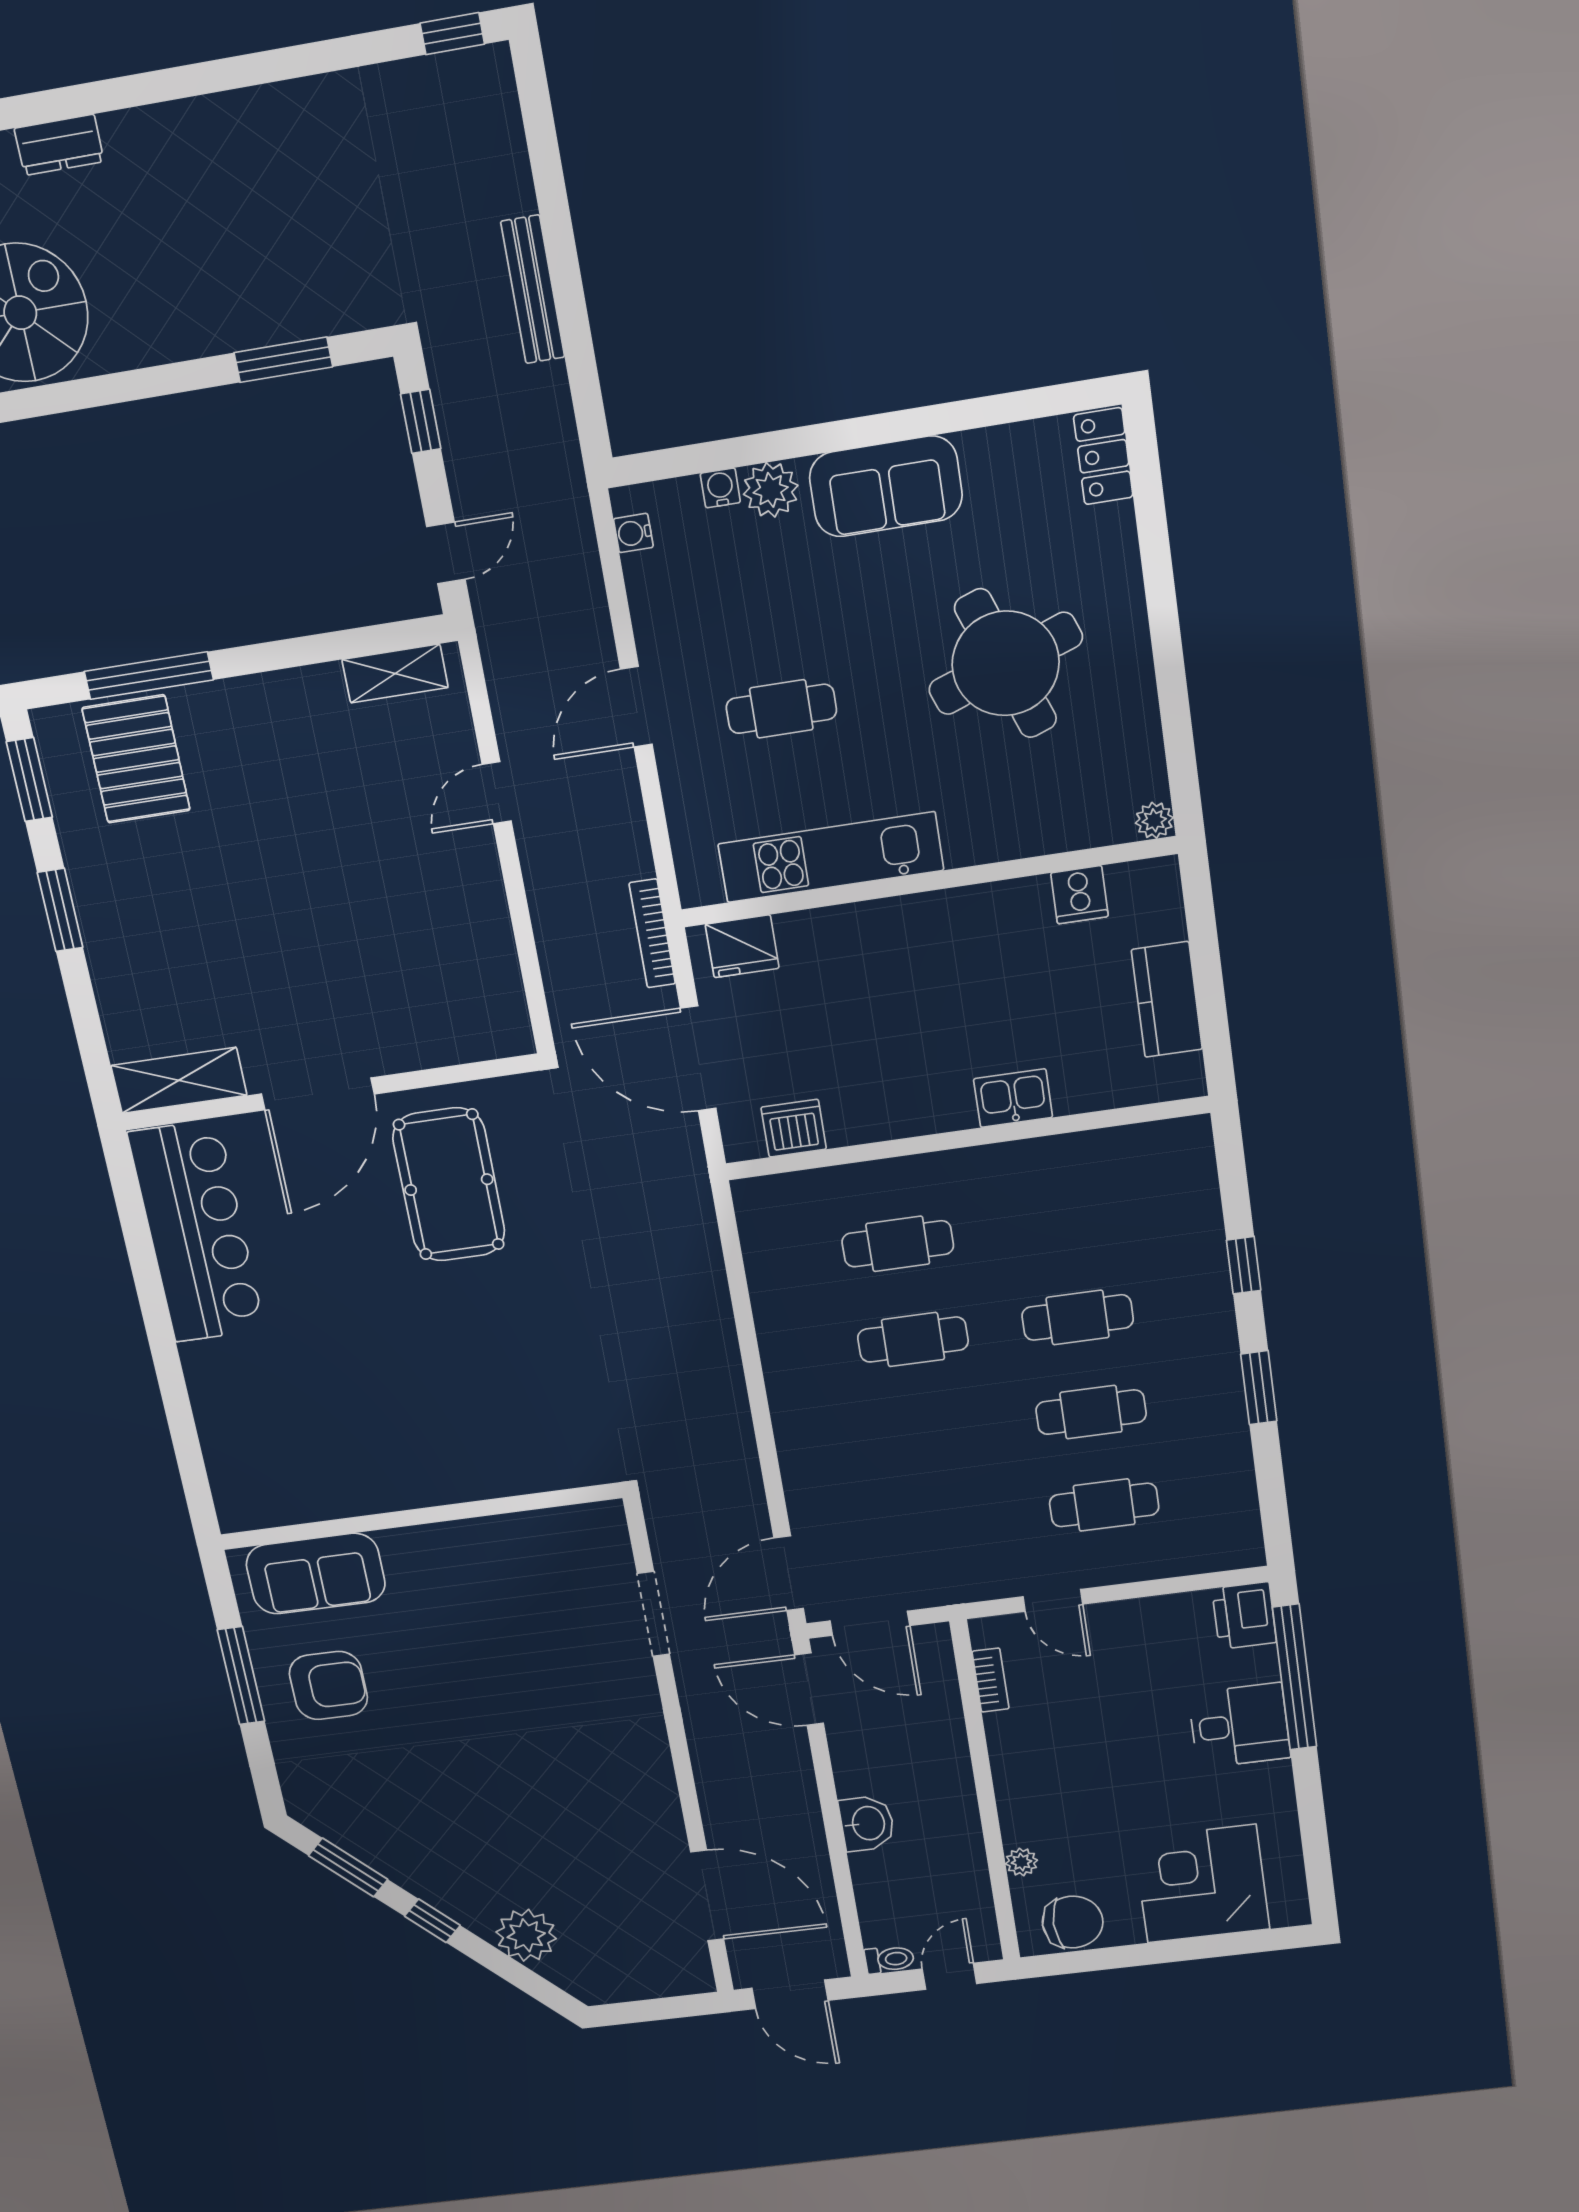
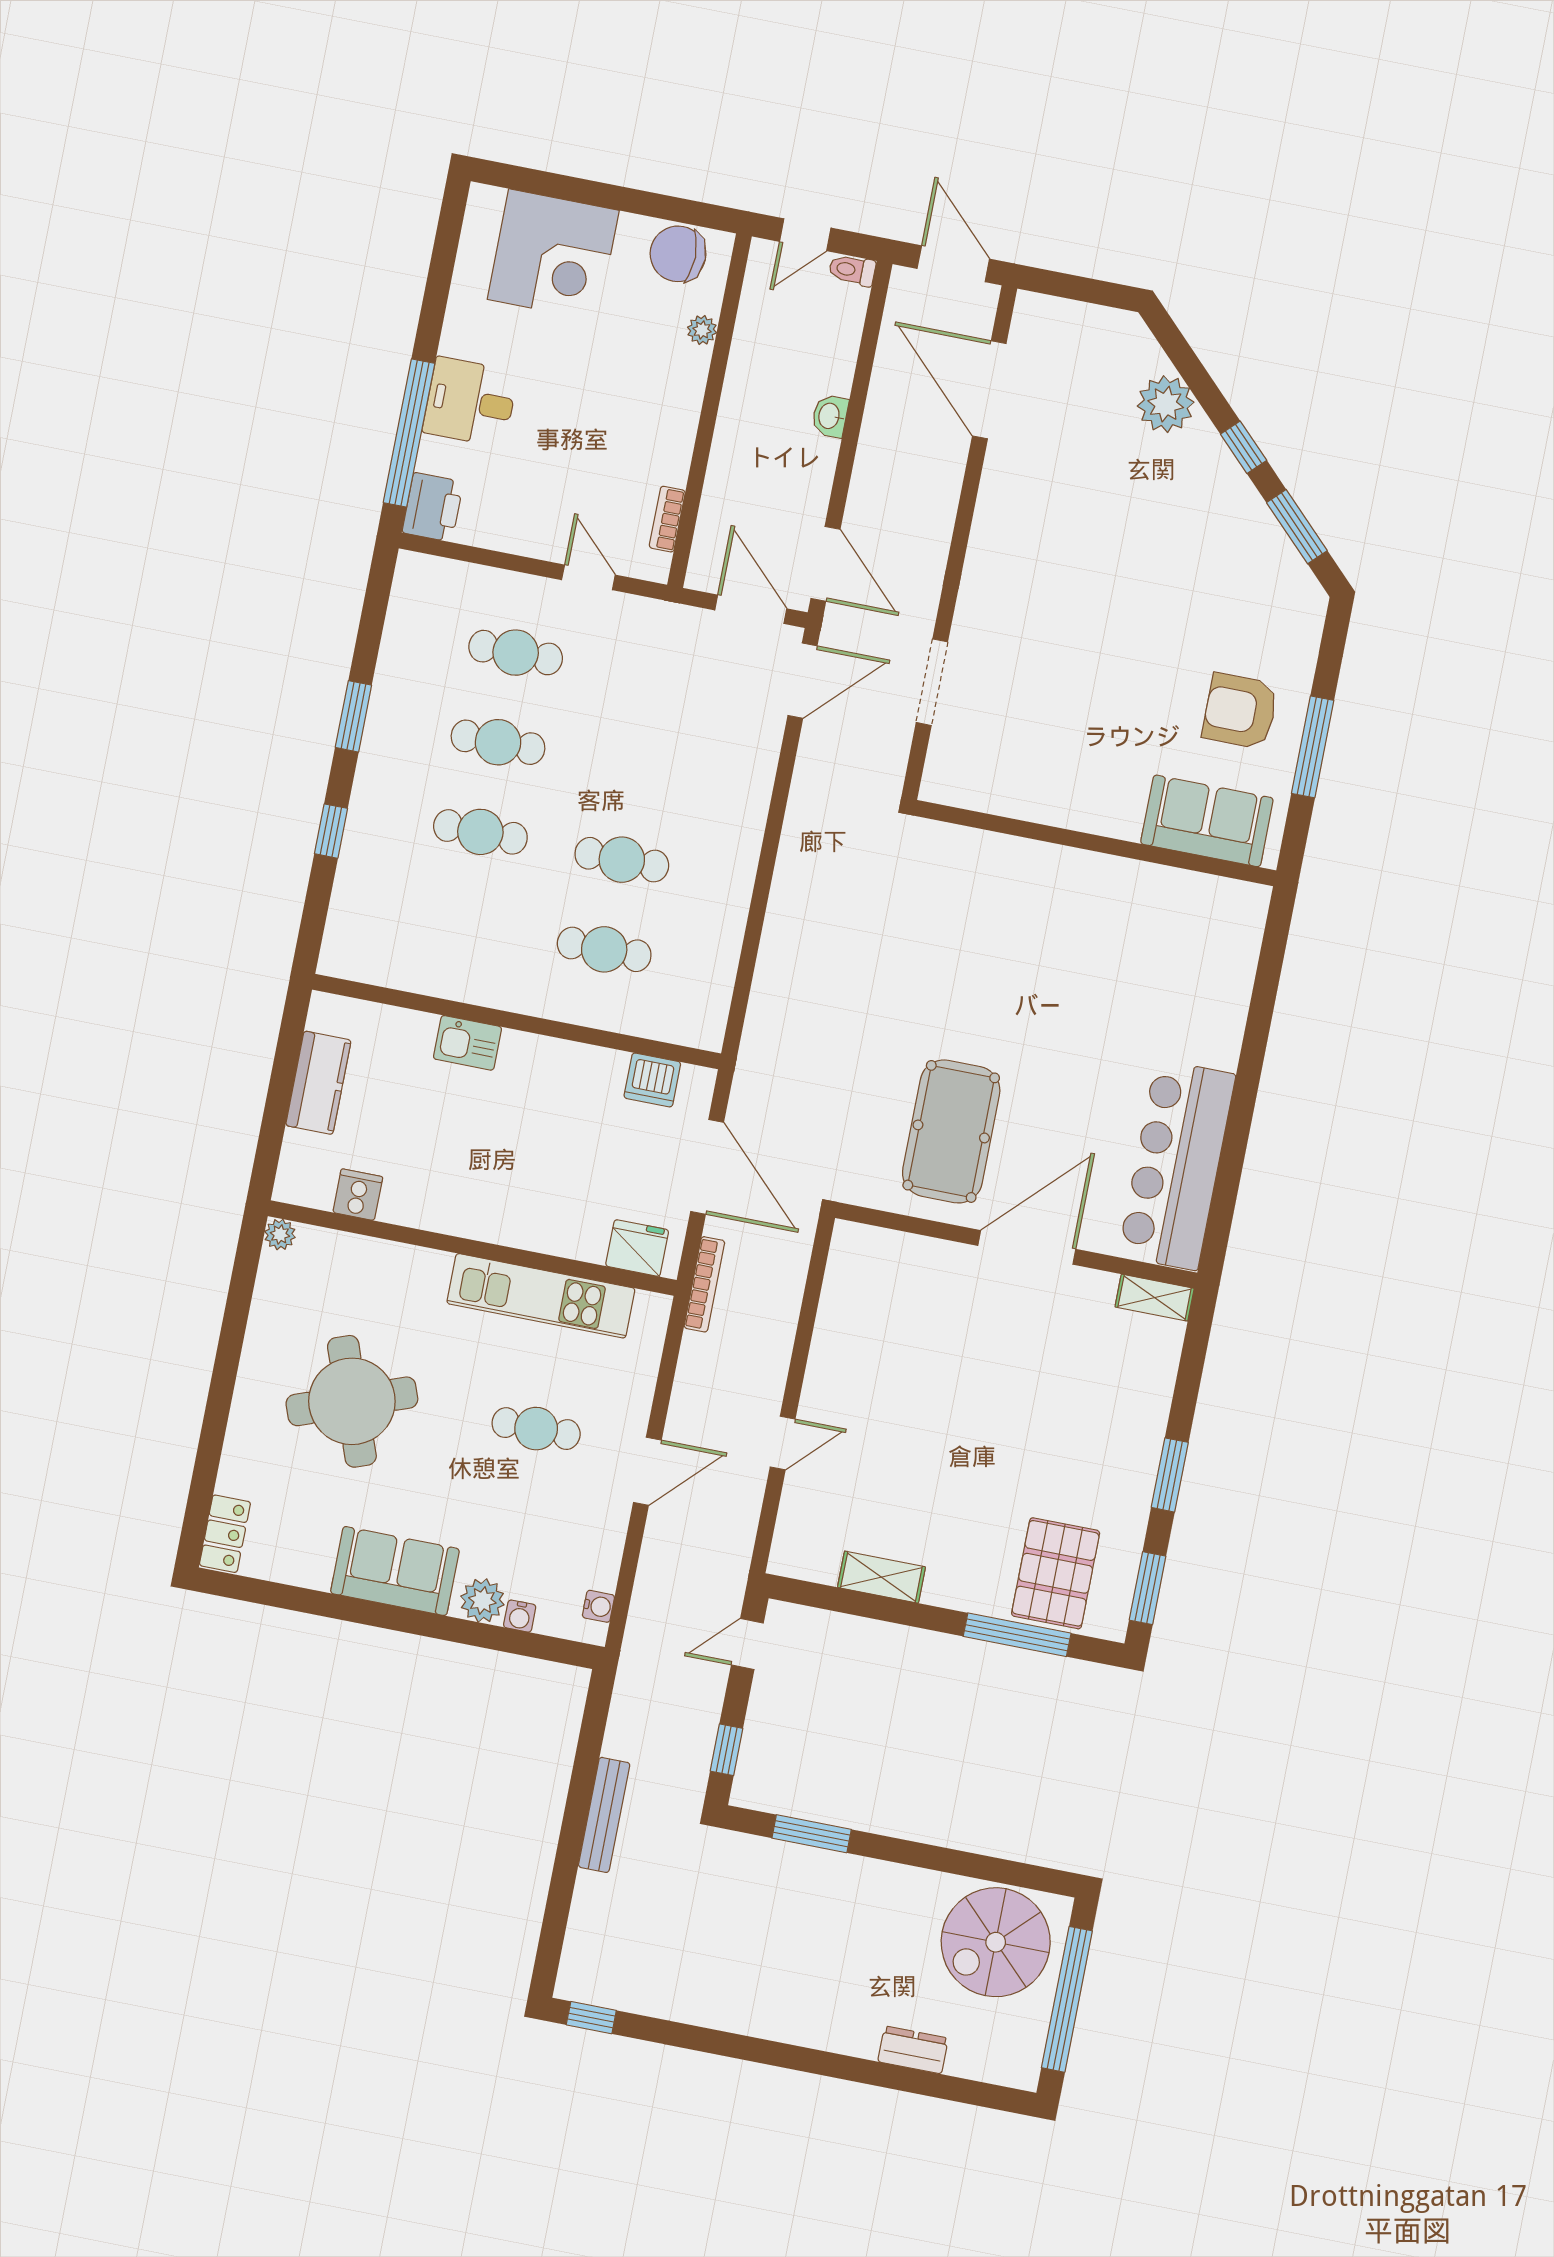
shelving: (395, 674) -> (881, 1577), moved
shelving: (179, 1080) -> (1155, 1298), width x0.67, depth x0.75
washbasin: (867, 1823) -> (830, 416), width x0.72, depth x0.69

